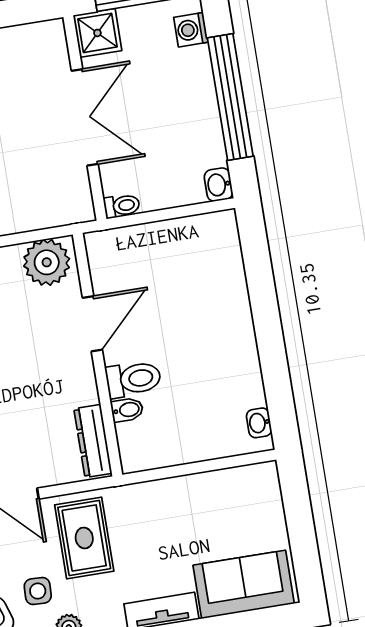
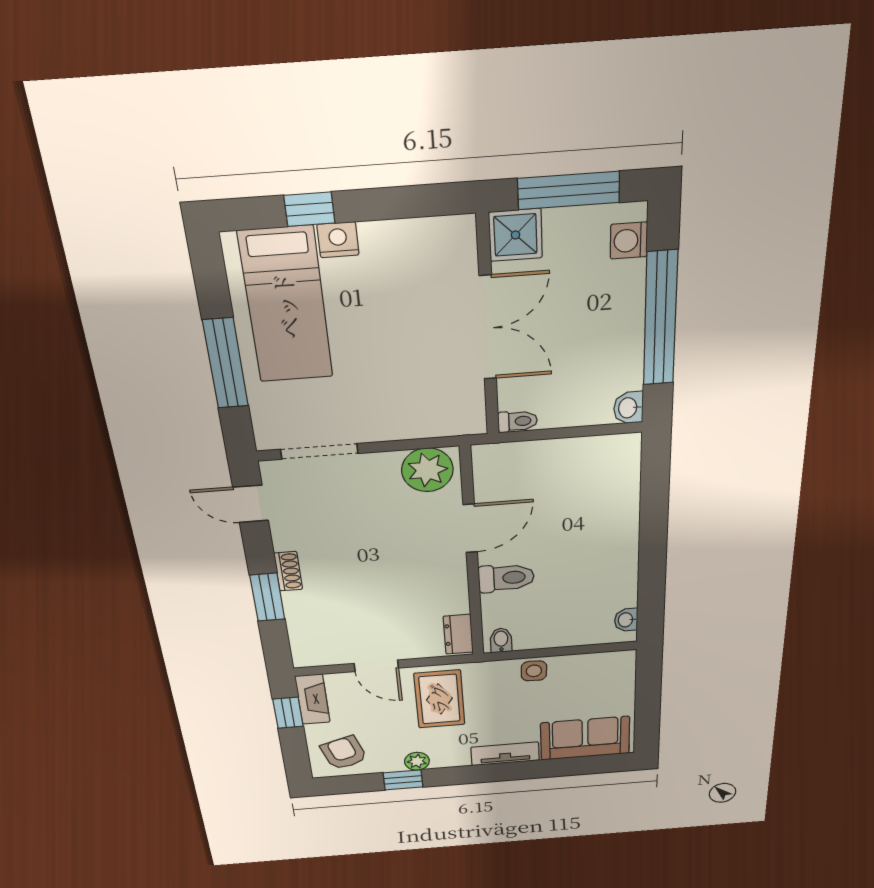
bidet: (127, 410) -> (501, 640), moved, turned -90
dresser: (93, 441) -> (458, 634), width x0.70
side table: (38, 591) -> (534, 671), moved

